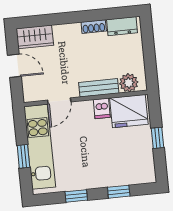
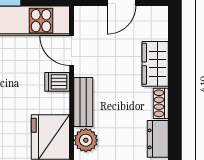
wardrobe: (35, 37) -> (155, 64), moved
dishwasher: (102, 108) -> (57, 82), moved

